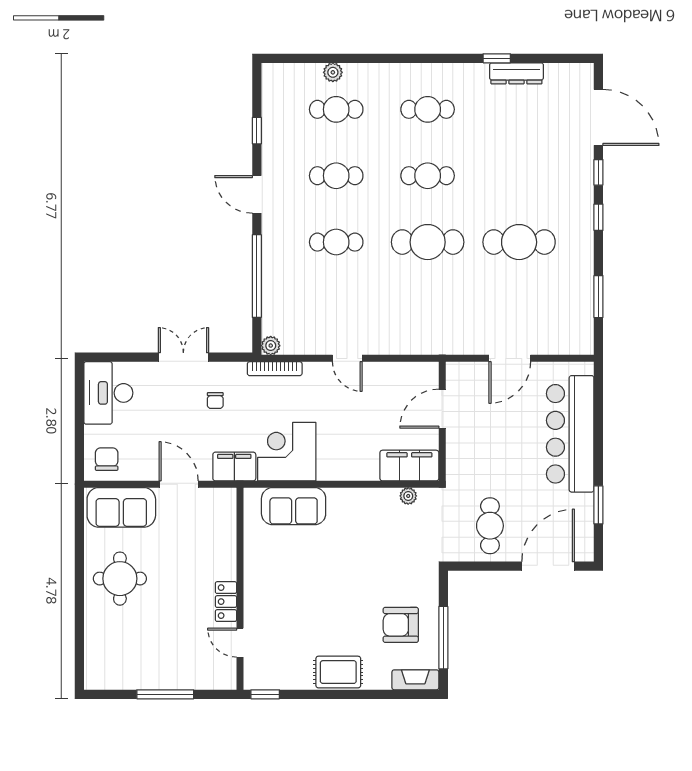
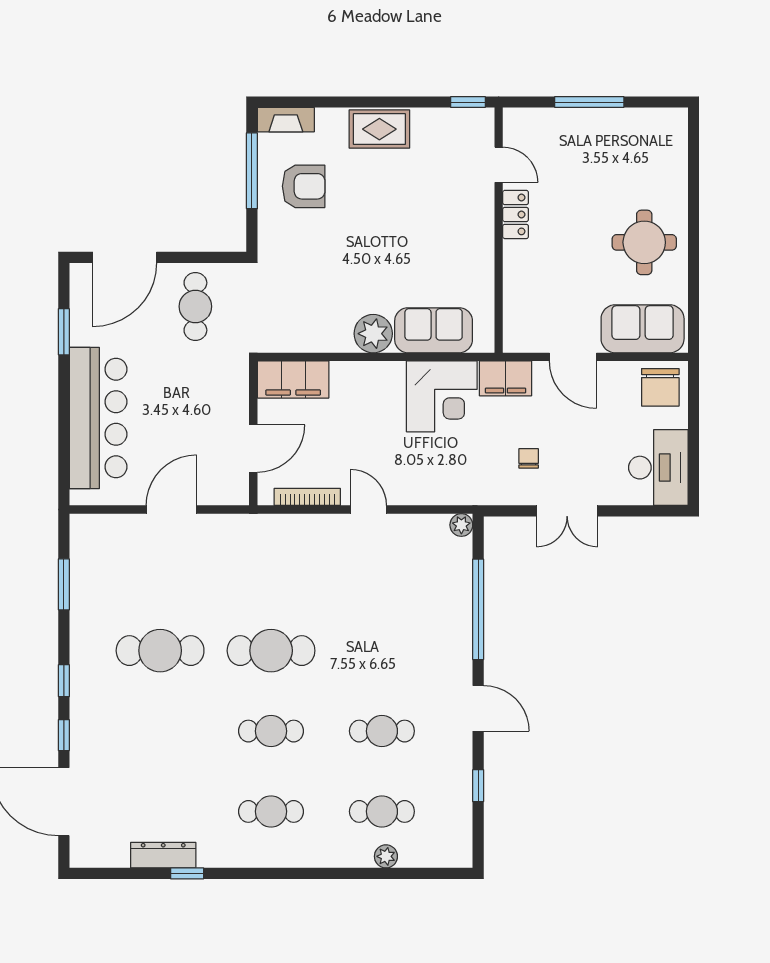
cafe table: (336, 242) -> (382, 651), removed
bookcase: (275, 369) -> (307, 497), moved
chair: (107, 459) -> (660, 387), width x1.37, depth x1.37
plant: (408, 496) -> (373, 334), moved, width x1.88, depth x1.88

